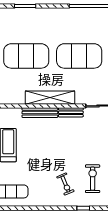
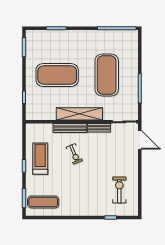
exercise mat: (79, 56) -> (107, 75), turned 90
exercise bike: (65, 184) -> (74, 154), moved

